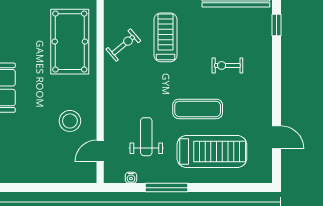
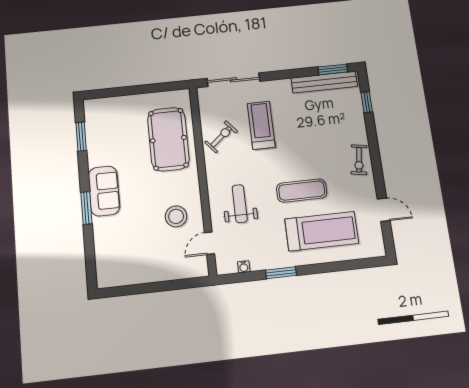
exercise bike: (227, 65) -> (359, 160), moved, turned -81
weight bench: (146, 137) -> (240, 204), moved
window: (167, 188) -> (281, 273), width x0.69

